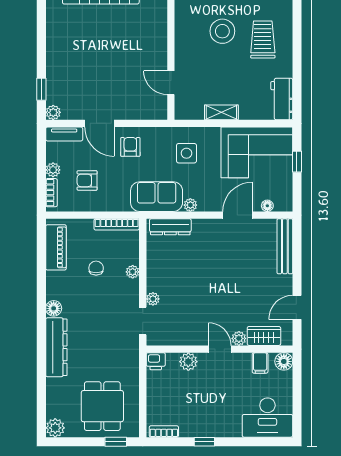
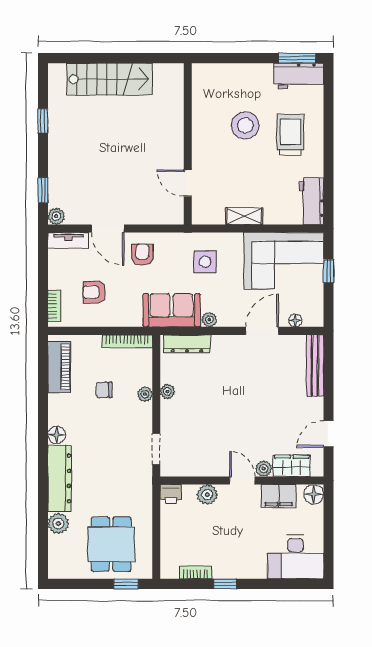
window: (41, 27) -> (43, 121), added
plant: (53, 170) -> (56, 280), removed
chair: (96, 268) -> (104, 390), turned -92
plant: (153, 299) -> (167, 392), moved
filing cabinet: (260, 363) -> (279, 496), width x2.00
plant: (55, 428) -> (58, 524), moved
bookcase: (164, 431) -> (196, 572), moved

